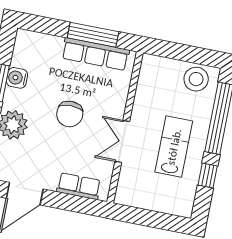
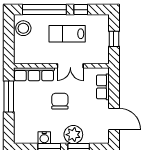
row of seats: (95, 54) -> (34, 74), moved, turned 90
chair: (70, 114) -> (60, 101), turned -90
window: (151, 219) -> (114, 39), added

